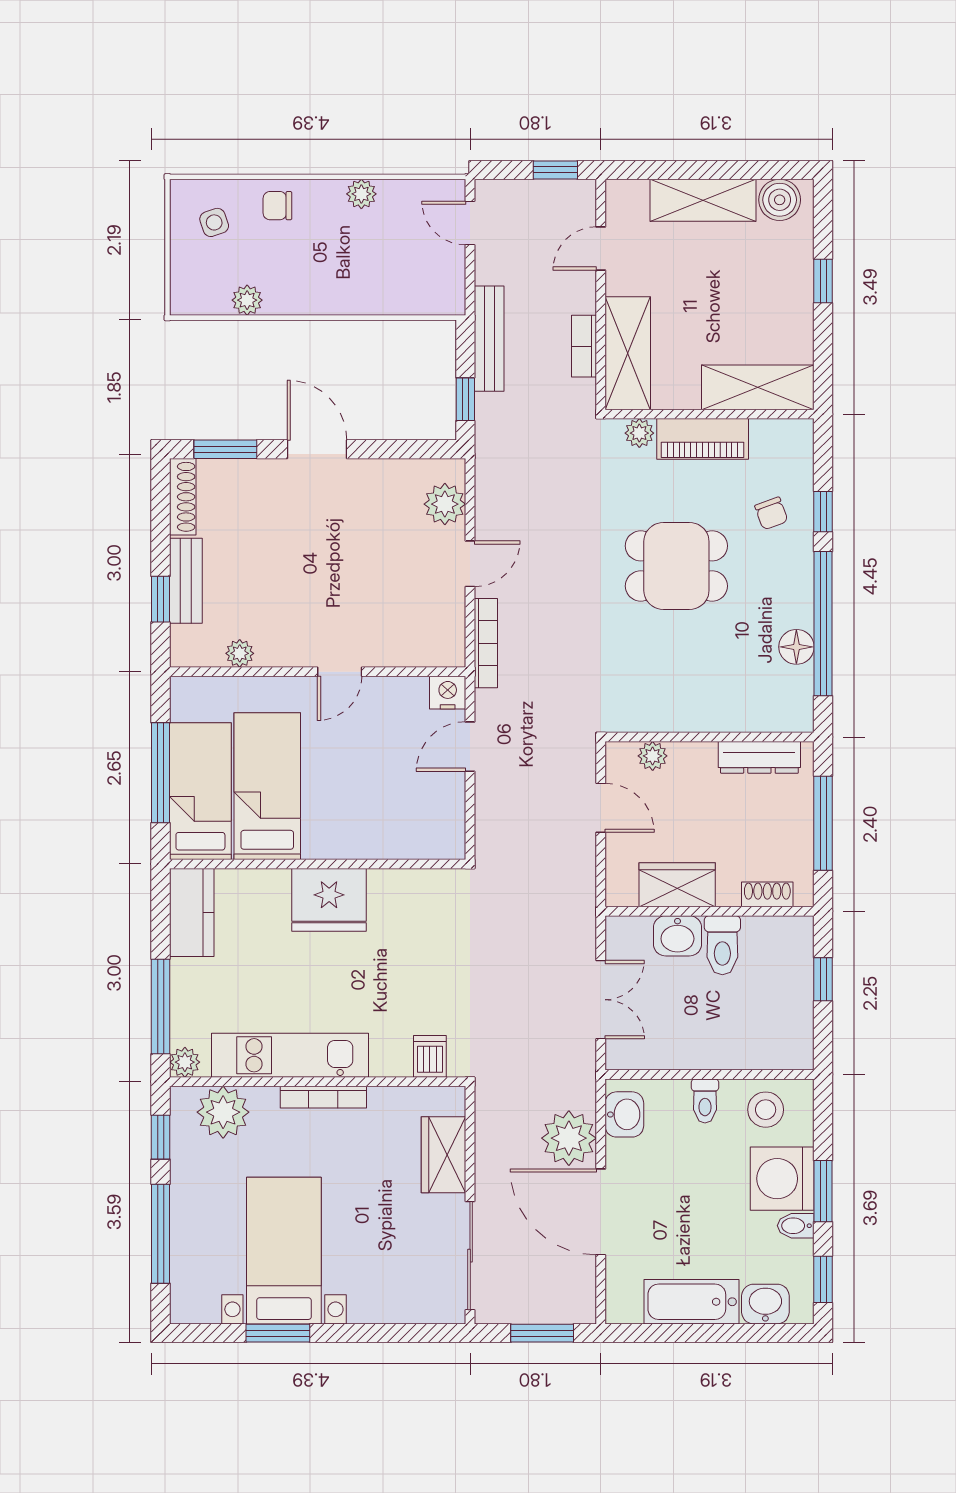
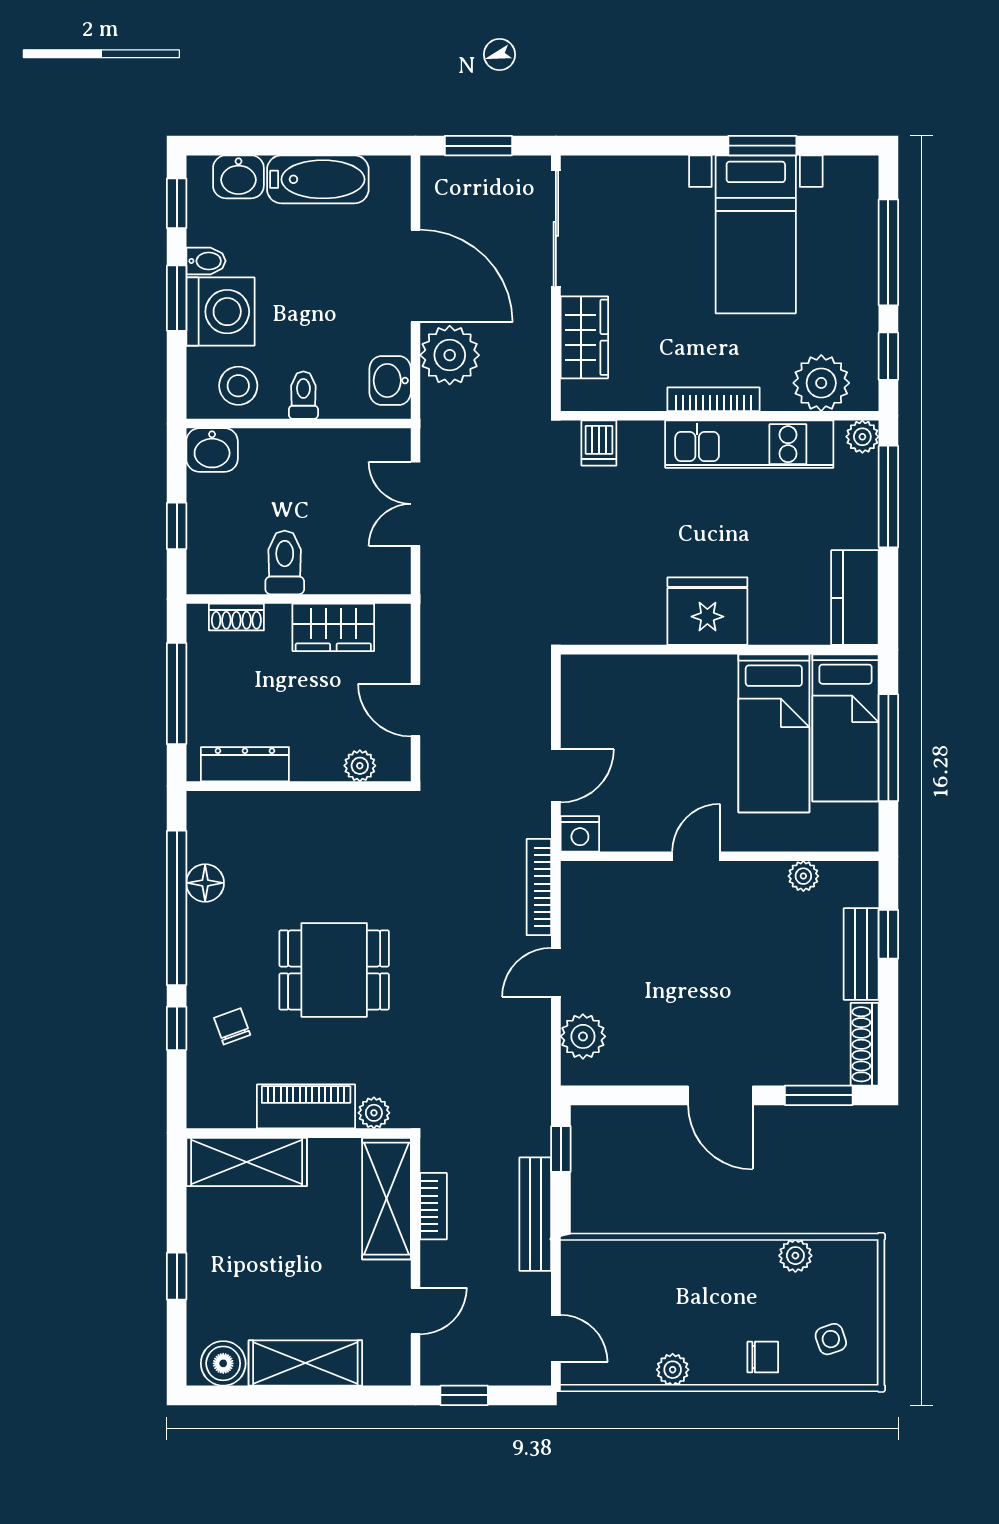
washbasin: (677, 936) -> (212, 450), moved, turned 180

